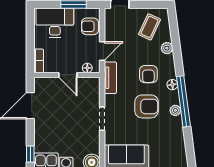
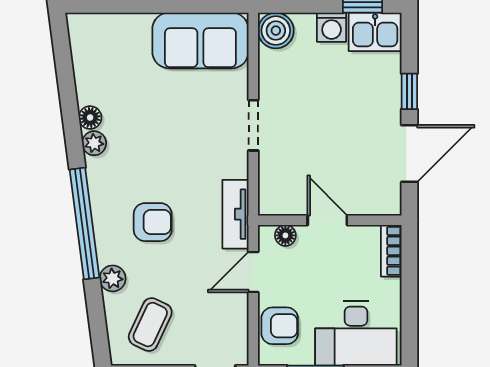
armchair: (148, 74) -> (153, 222), turned 90
floor lamp: (172, 85) -> (90, 118), moved
window: (183, 101) -> (85, 223), moved
armchair: (147, 106) -> (157, 152), removed
window: (30, 154) -> (409, 91), moved

